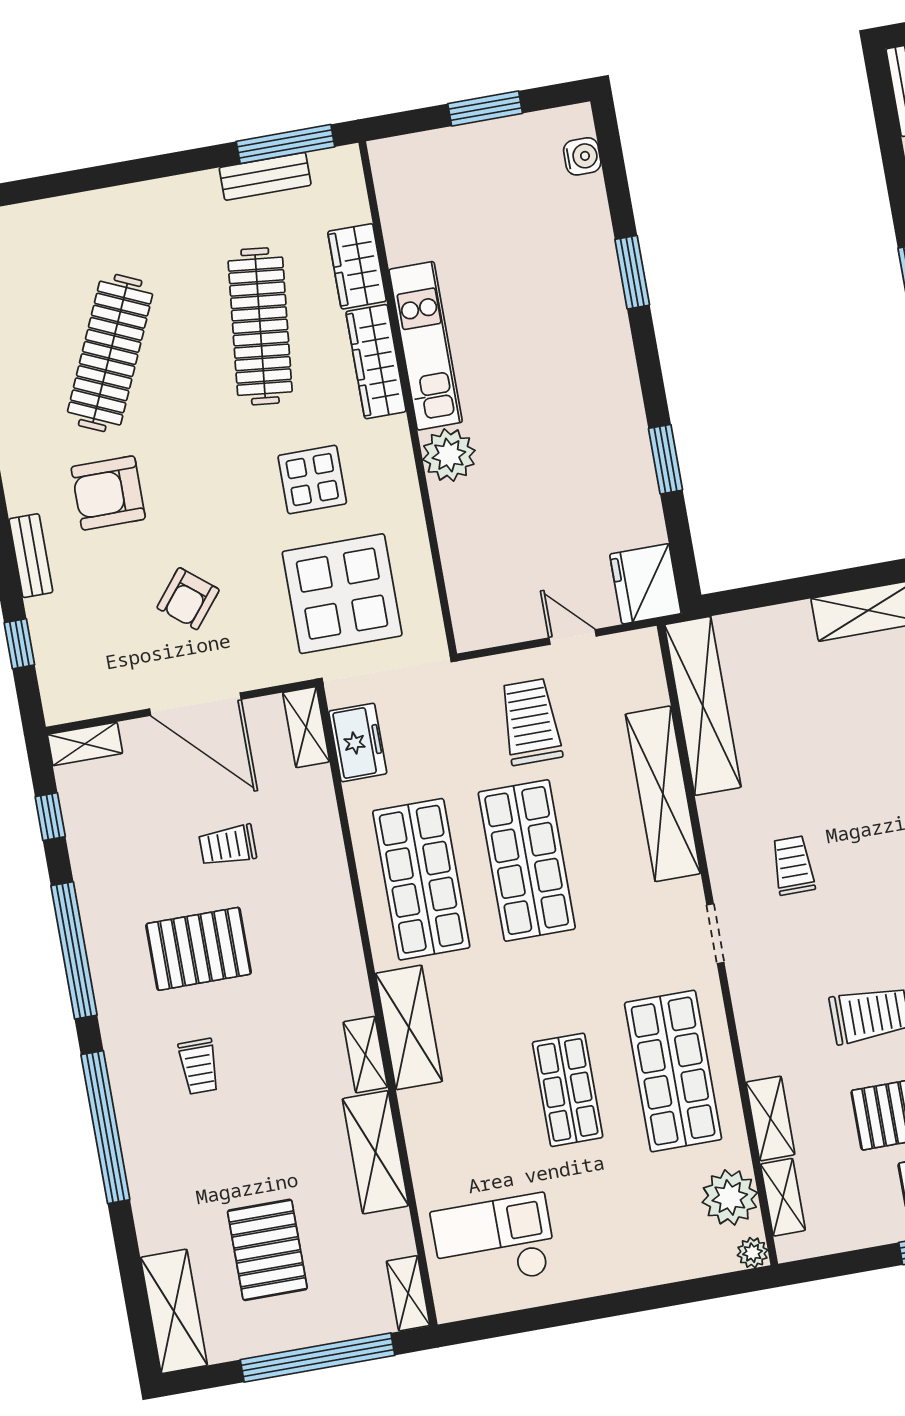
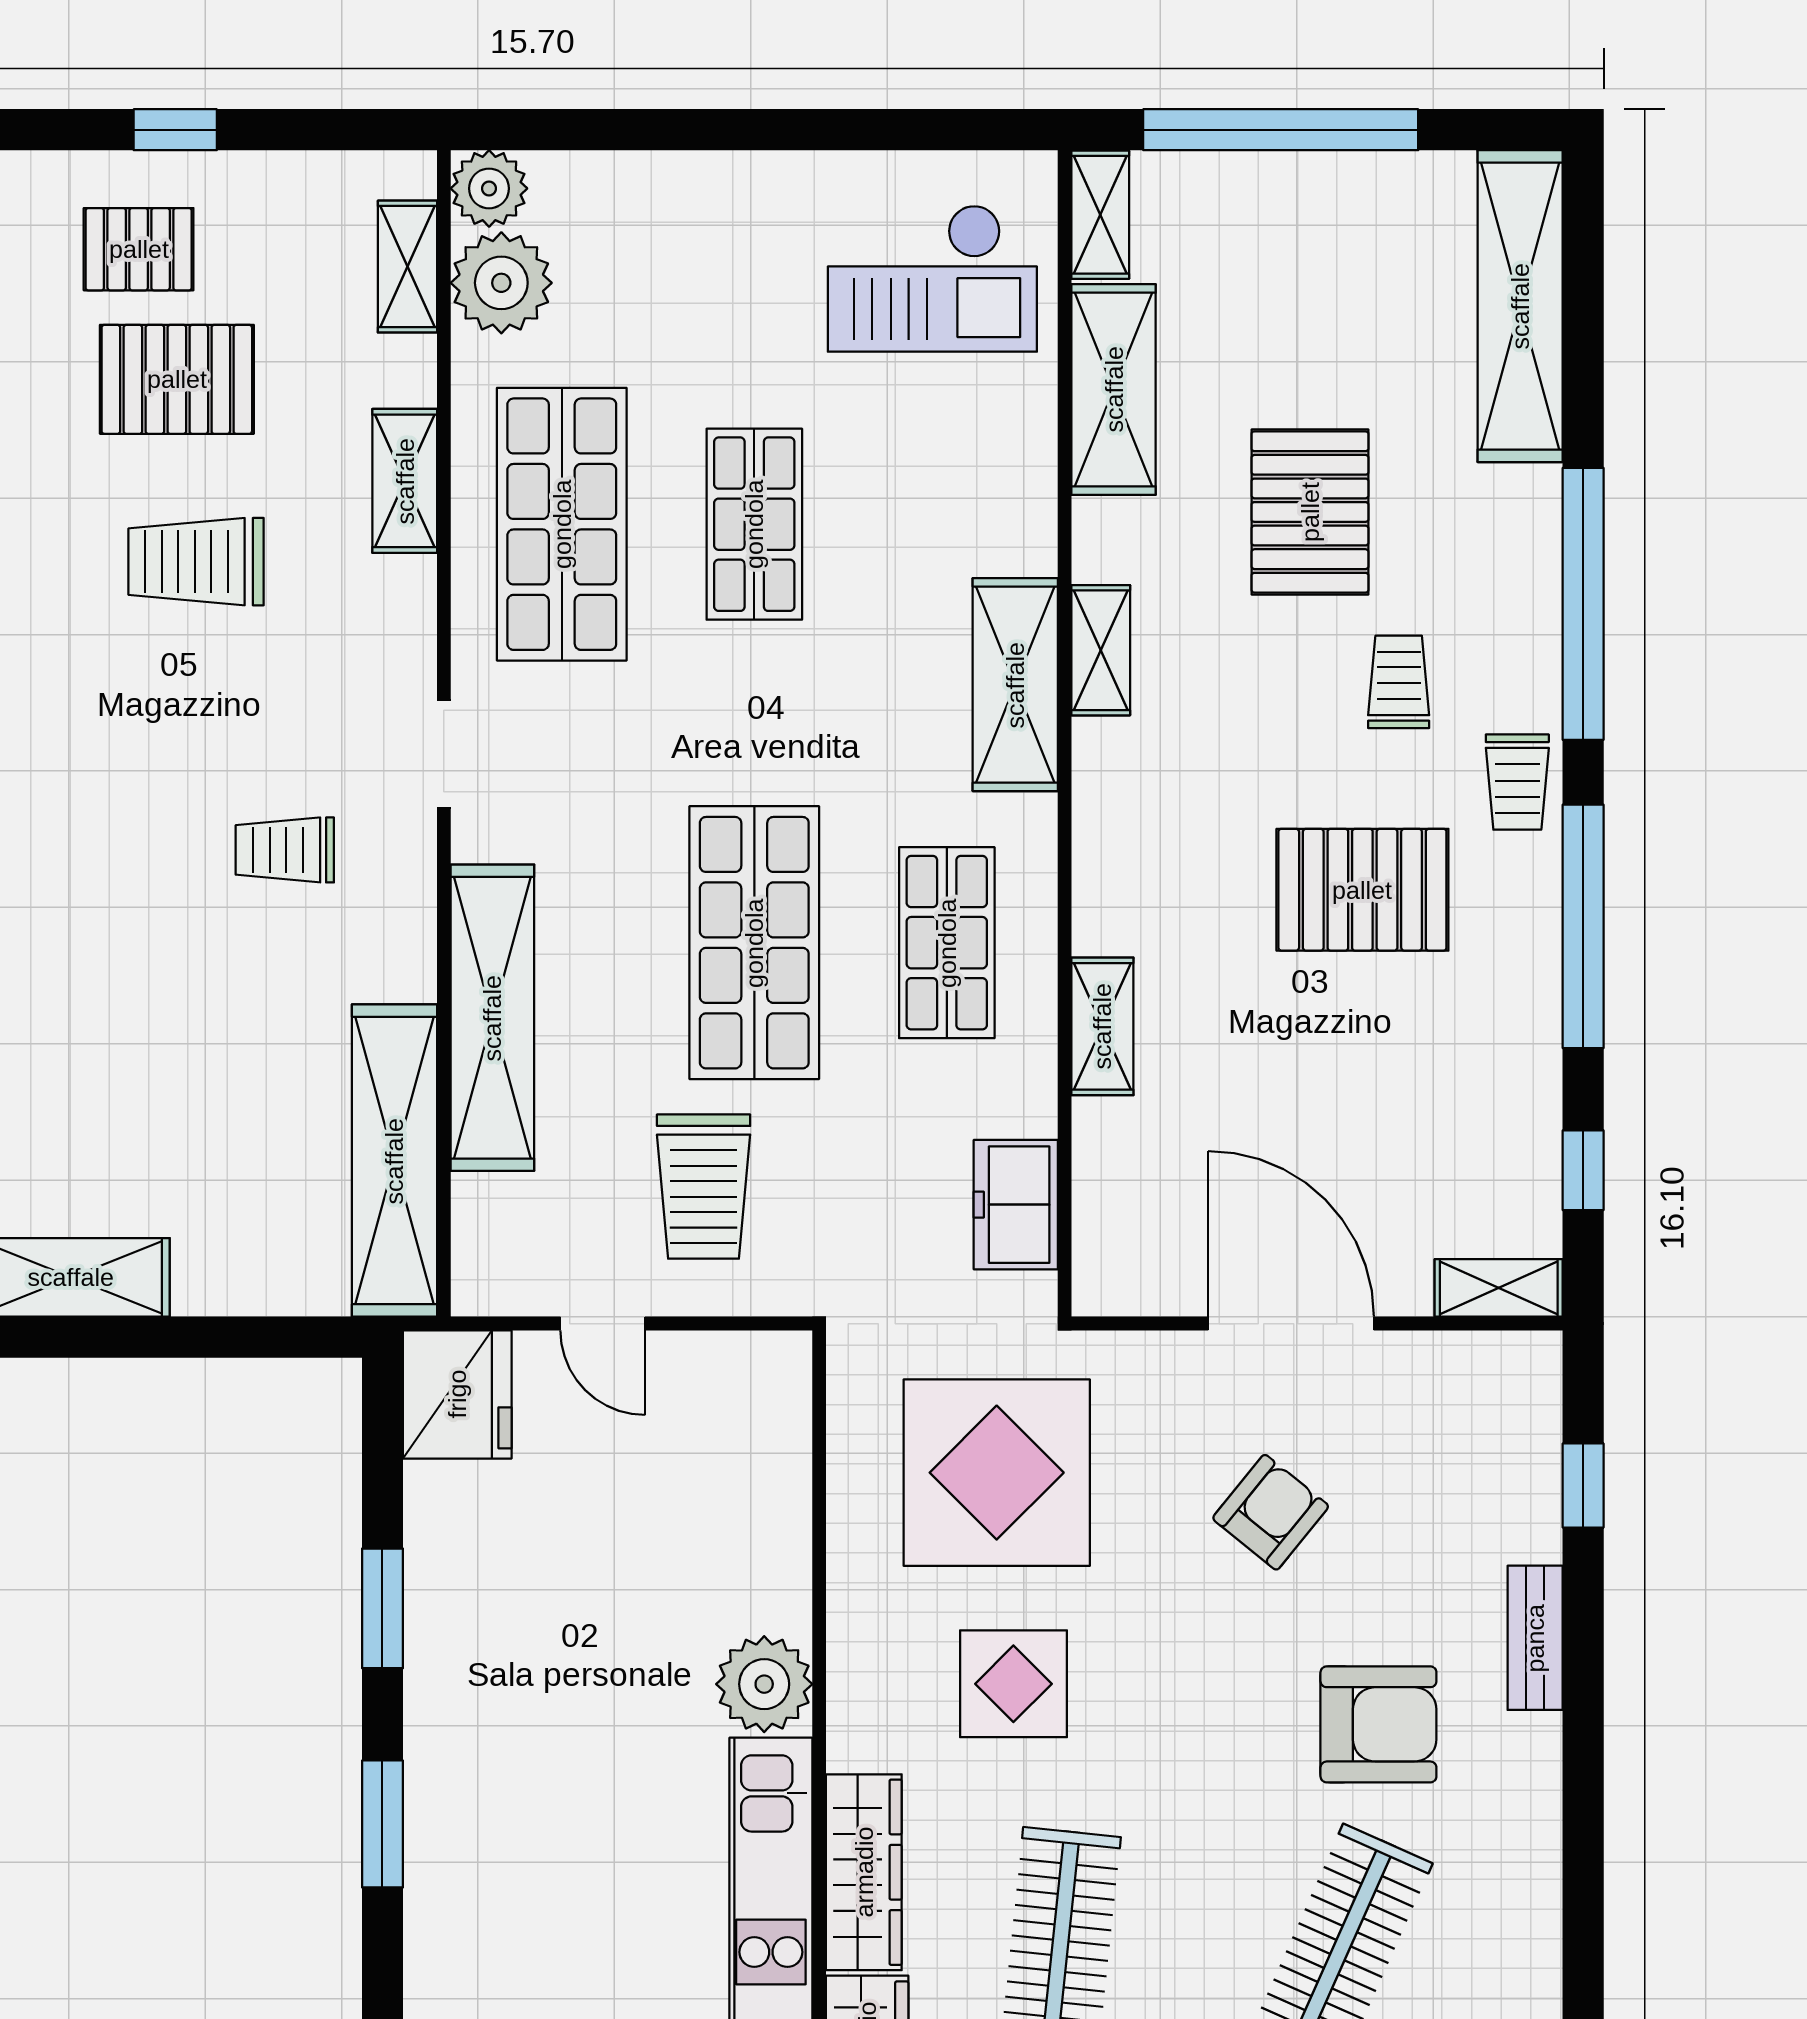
window: (632, 272) -> (382, 1824), moved
shelving: (306, 727) -> (1102, 1026), moved
trolley: (228, 845) -> (1517, 782), moved, turned 90
trolley: (793, 865) -> (285, 850), turned 90
shop shelf: (421, 879) -> (947, 943), width x0.70, depth x0.74
shelving: (770, 1118) -> (405, 481), moved
shelving: (375, 1152) -> (1114, 389), moved
pallet: (267, 1250) -> (1310, 512), moved
plant: (752, 1253) -> (489, 188), width x1.38, depth x1.38
shelving: (174, 1311) -> (1520, 306), width x1.47

